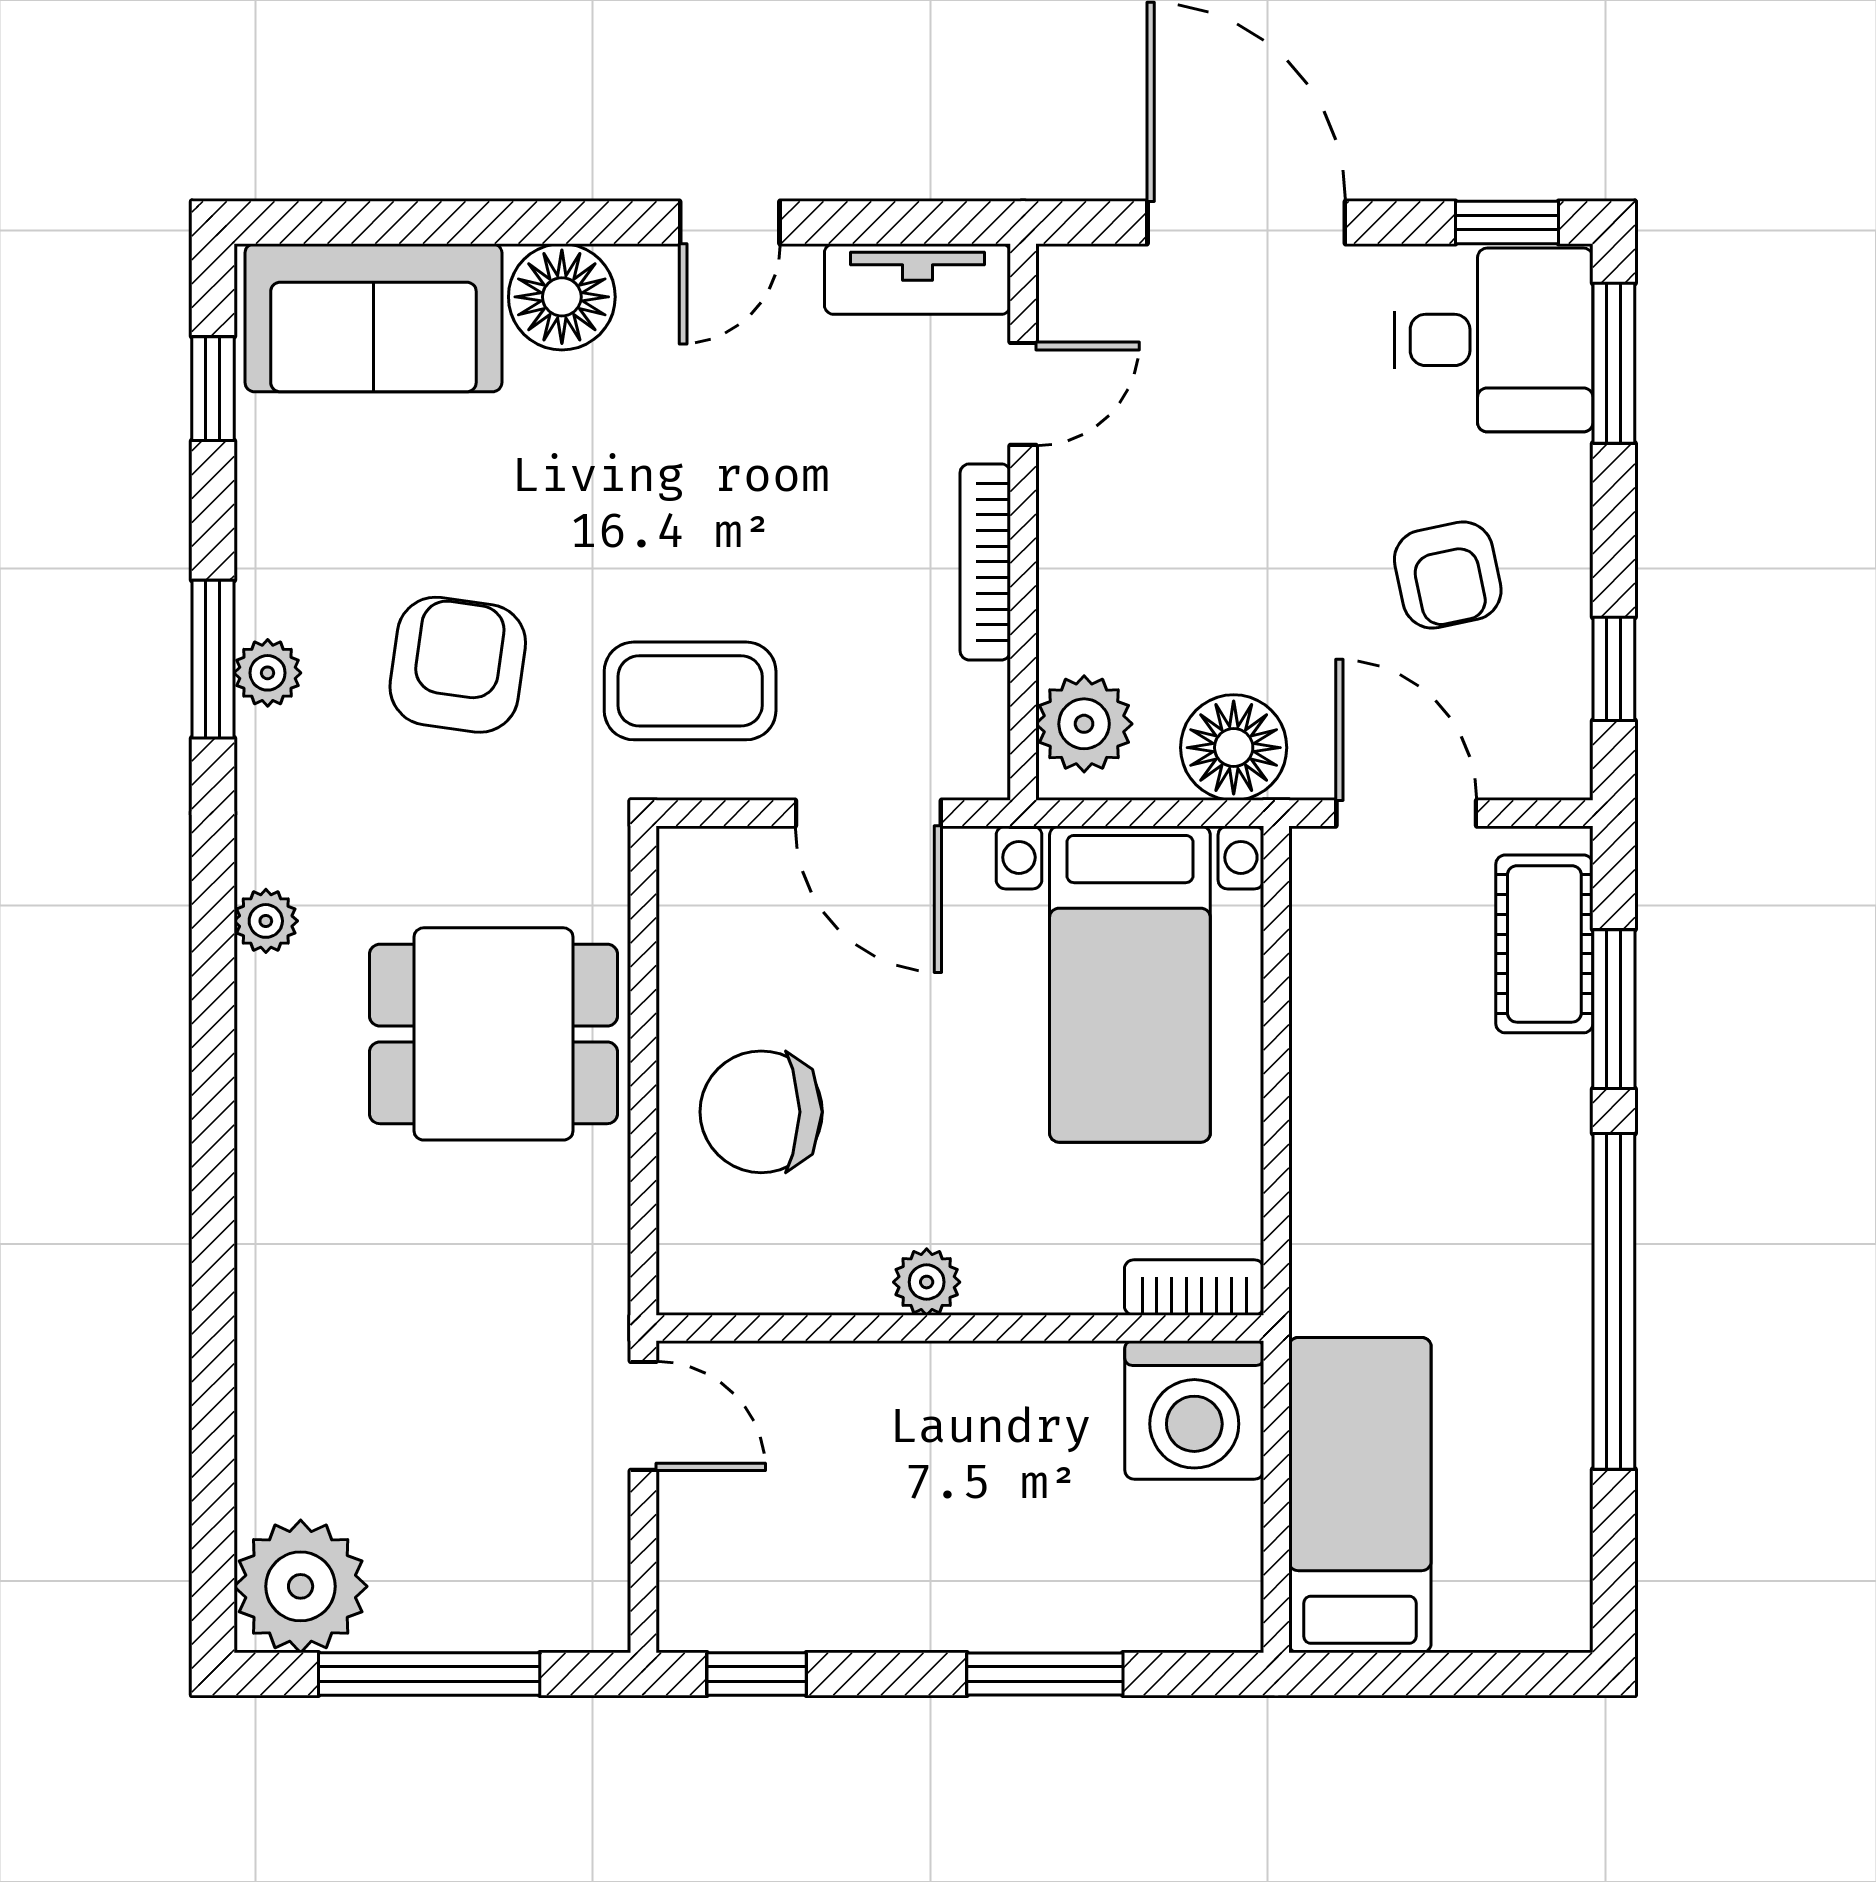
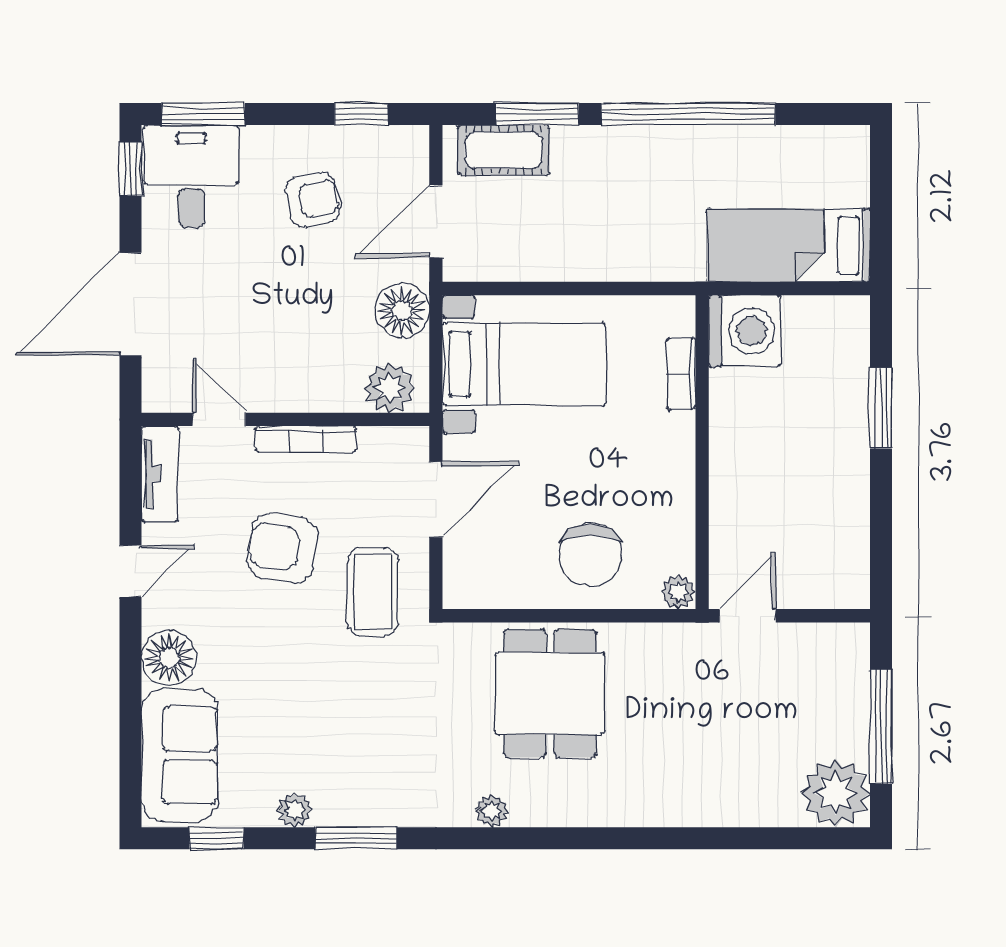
door: (730, 222) -> (130, 571), hinge flipped
armchair: (458, 665) -> (283, 548), moved
plant: (268, 673) -> (295, 810), moved
plant: (927, 1282) -> (678, 592), moved
bookcase: (1194, 1287) -> (681, 374), moved
window: (757, 1674) -> (881, 557), removed

